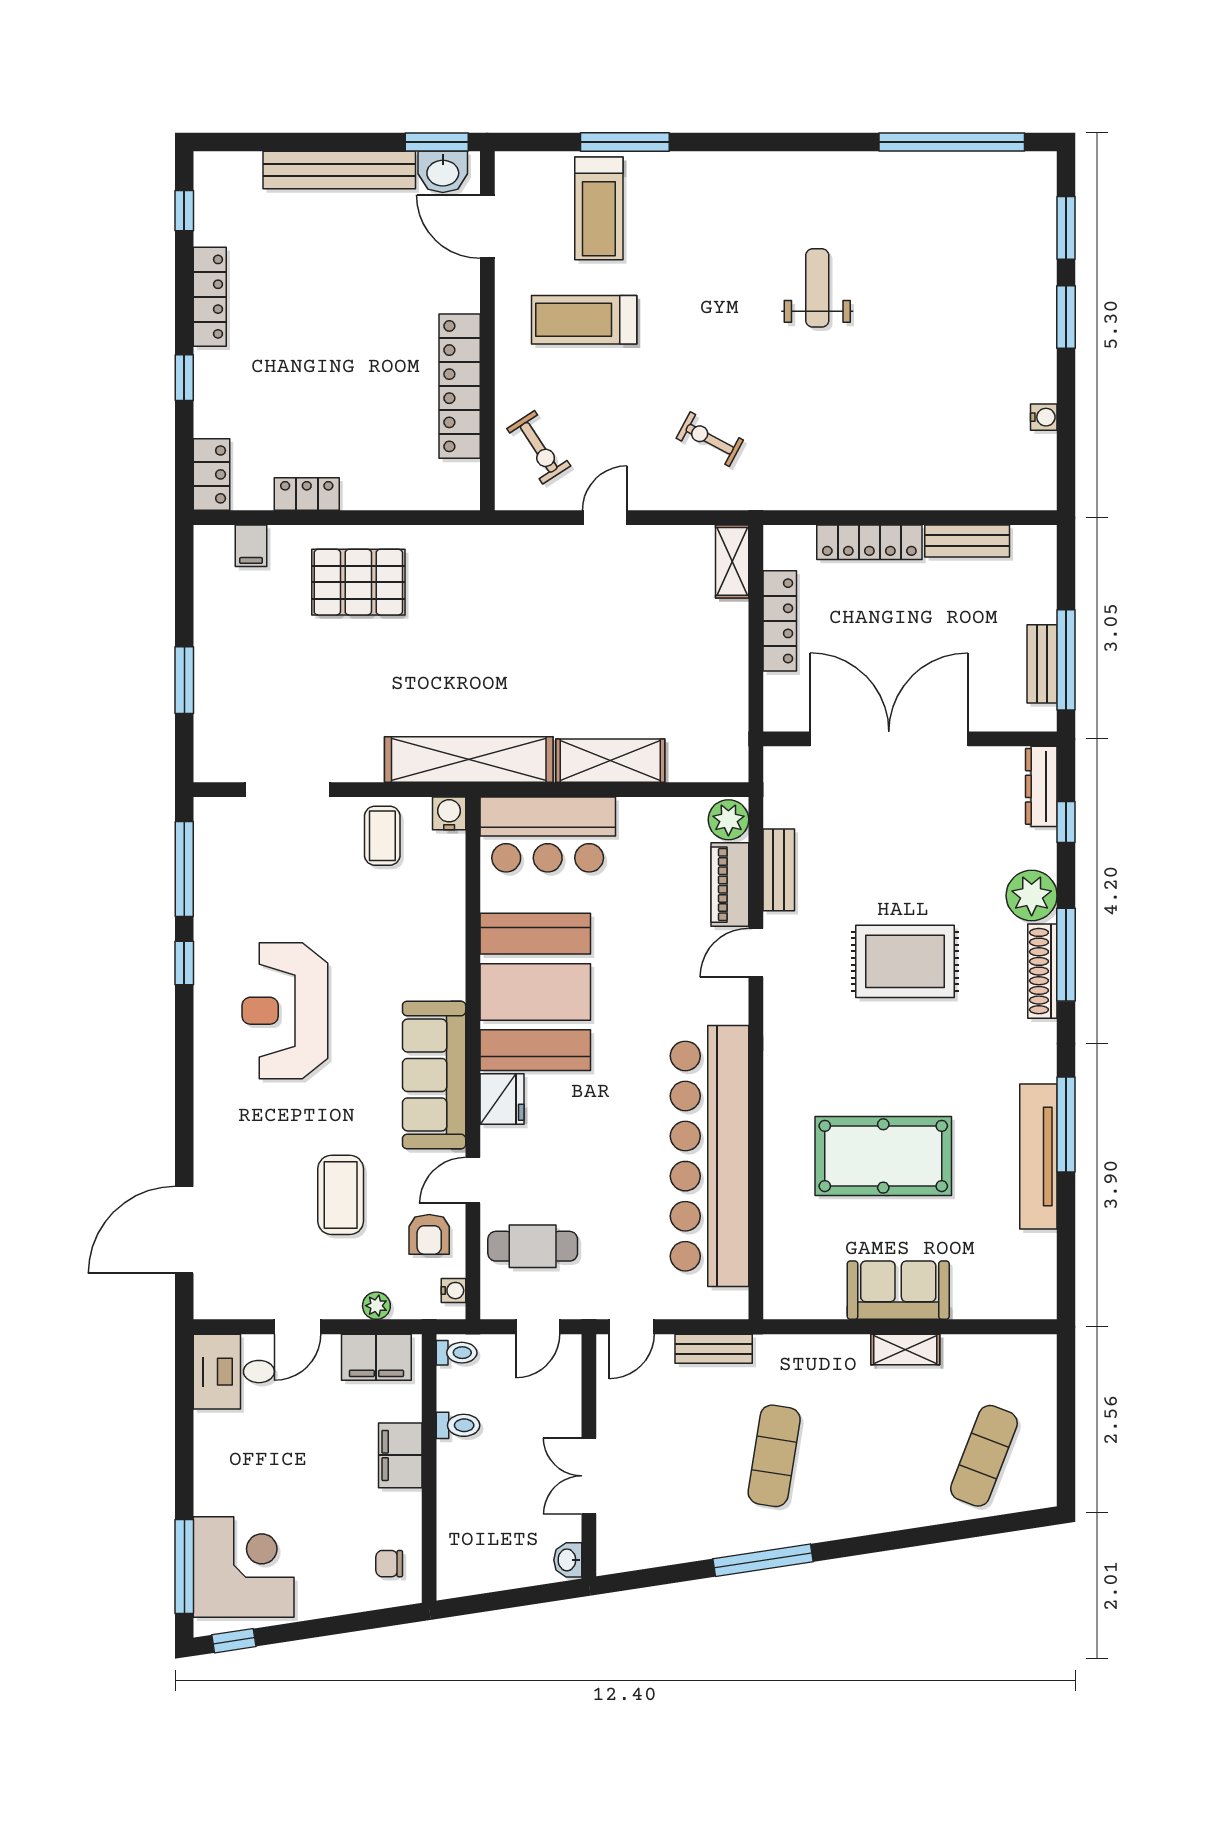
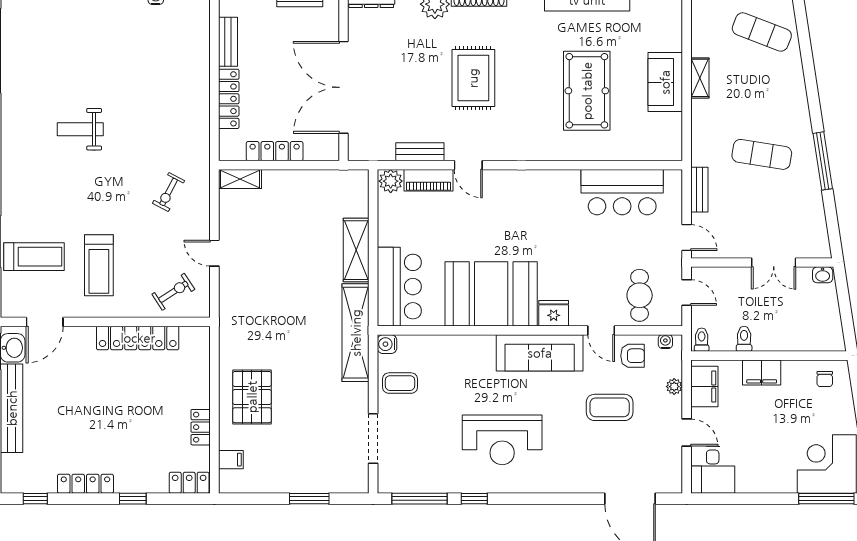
bar counter: (710, 1156) -> (622, 192), width x0.54

